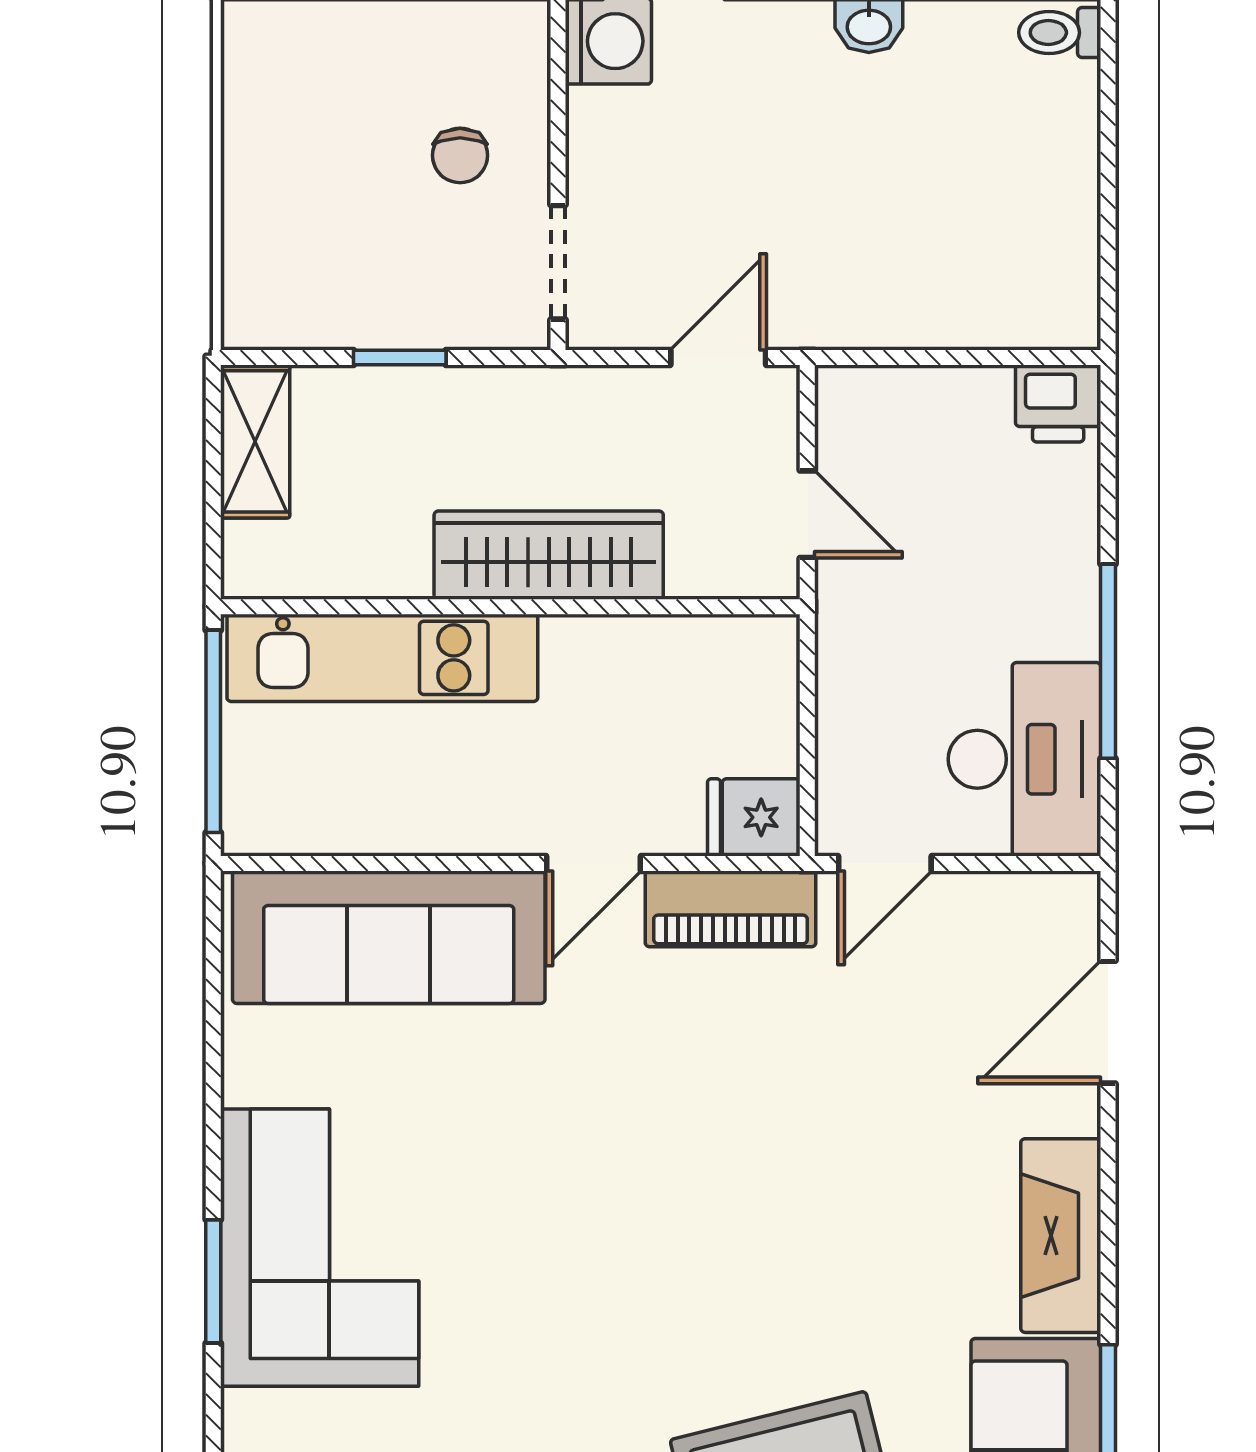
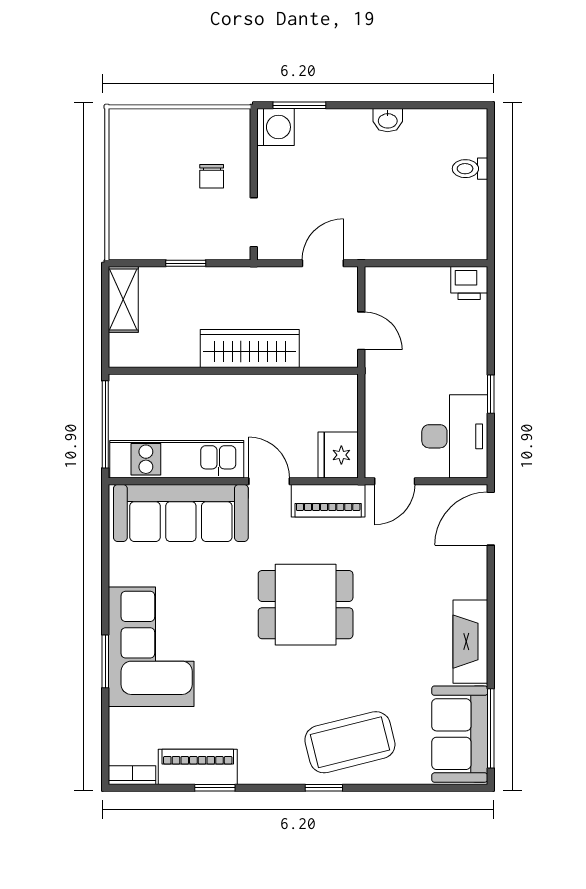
toilet: (1060, 33) -> (470, 169), moved
kitchen unit: (382, 658) -> (177, 459), moved, turned 180
window: (1108, 661) -> (491, 394), width x0.46
fridge: (754, 817) -> (338, 455), width x1.38
door: (594, 863) -> (269, 481), swing flipped
door: (1108, 1022) -> (491, 519), moved
dining table: (678, 1150) -> (306, 605), added

